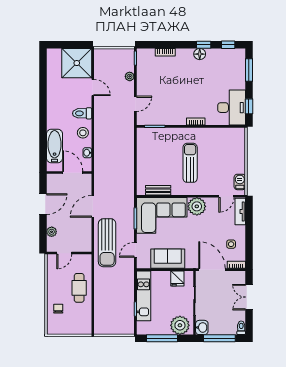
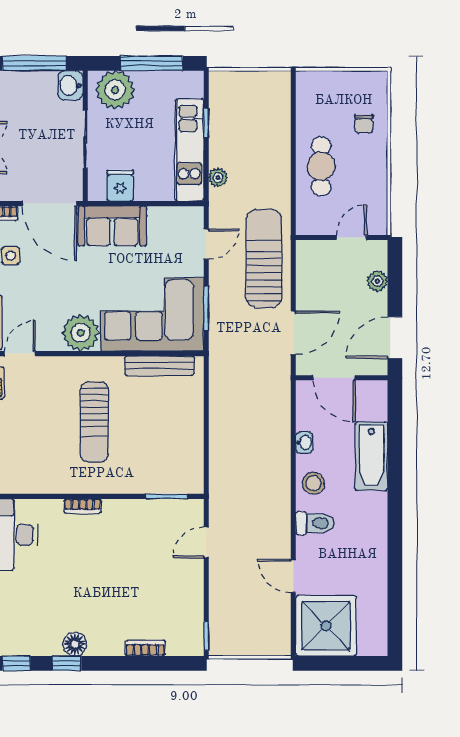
plant: (130, 76) -> (218, 178), moved
wall: (69, 173) -> (342, 378), moved
door: (73, 173) -> (334, 378), moved
bench: (158, 190) -> (159, 366), width x1.36
sofa: (168, 259) -> (112, 226), moved

